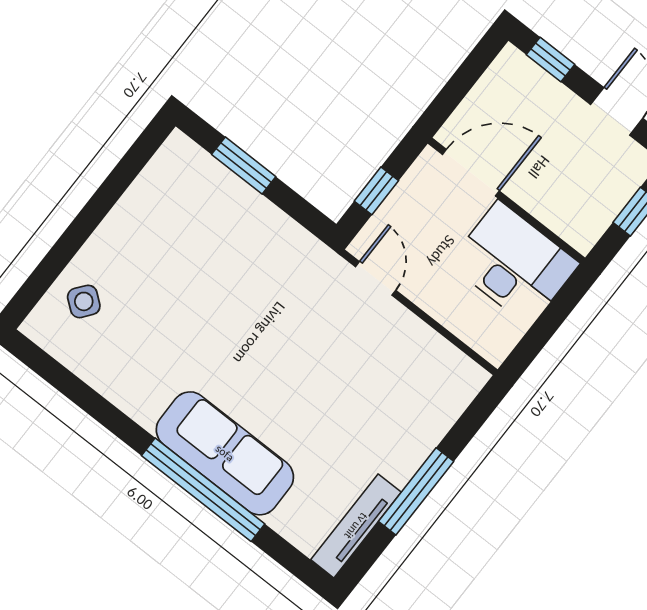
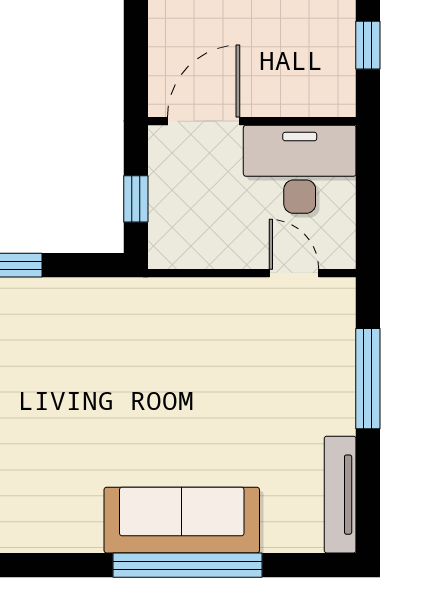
door: (376, 278) -> (294, 273), moved
window: (416, 491) -> (368, 379), moved

